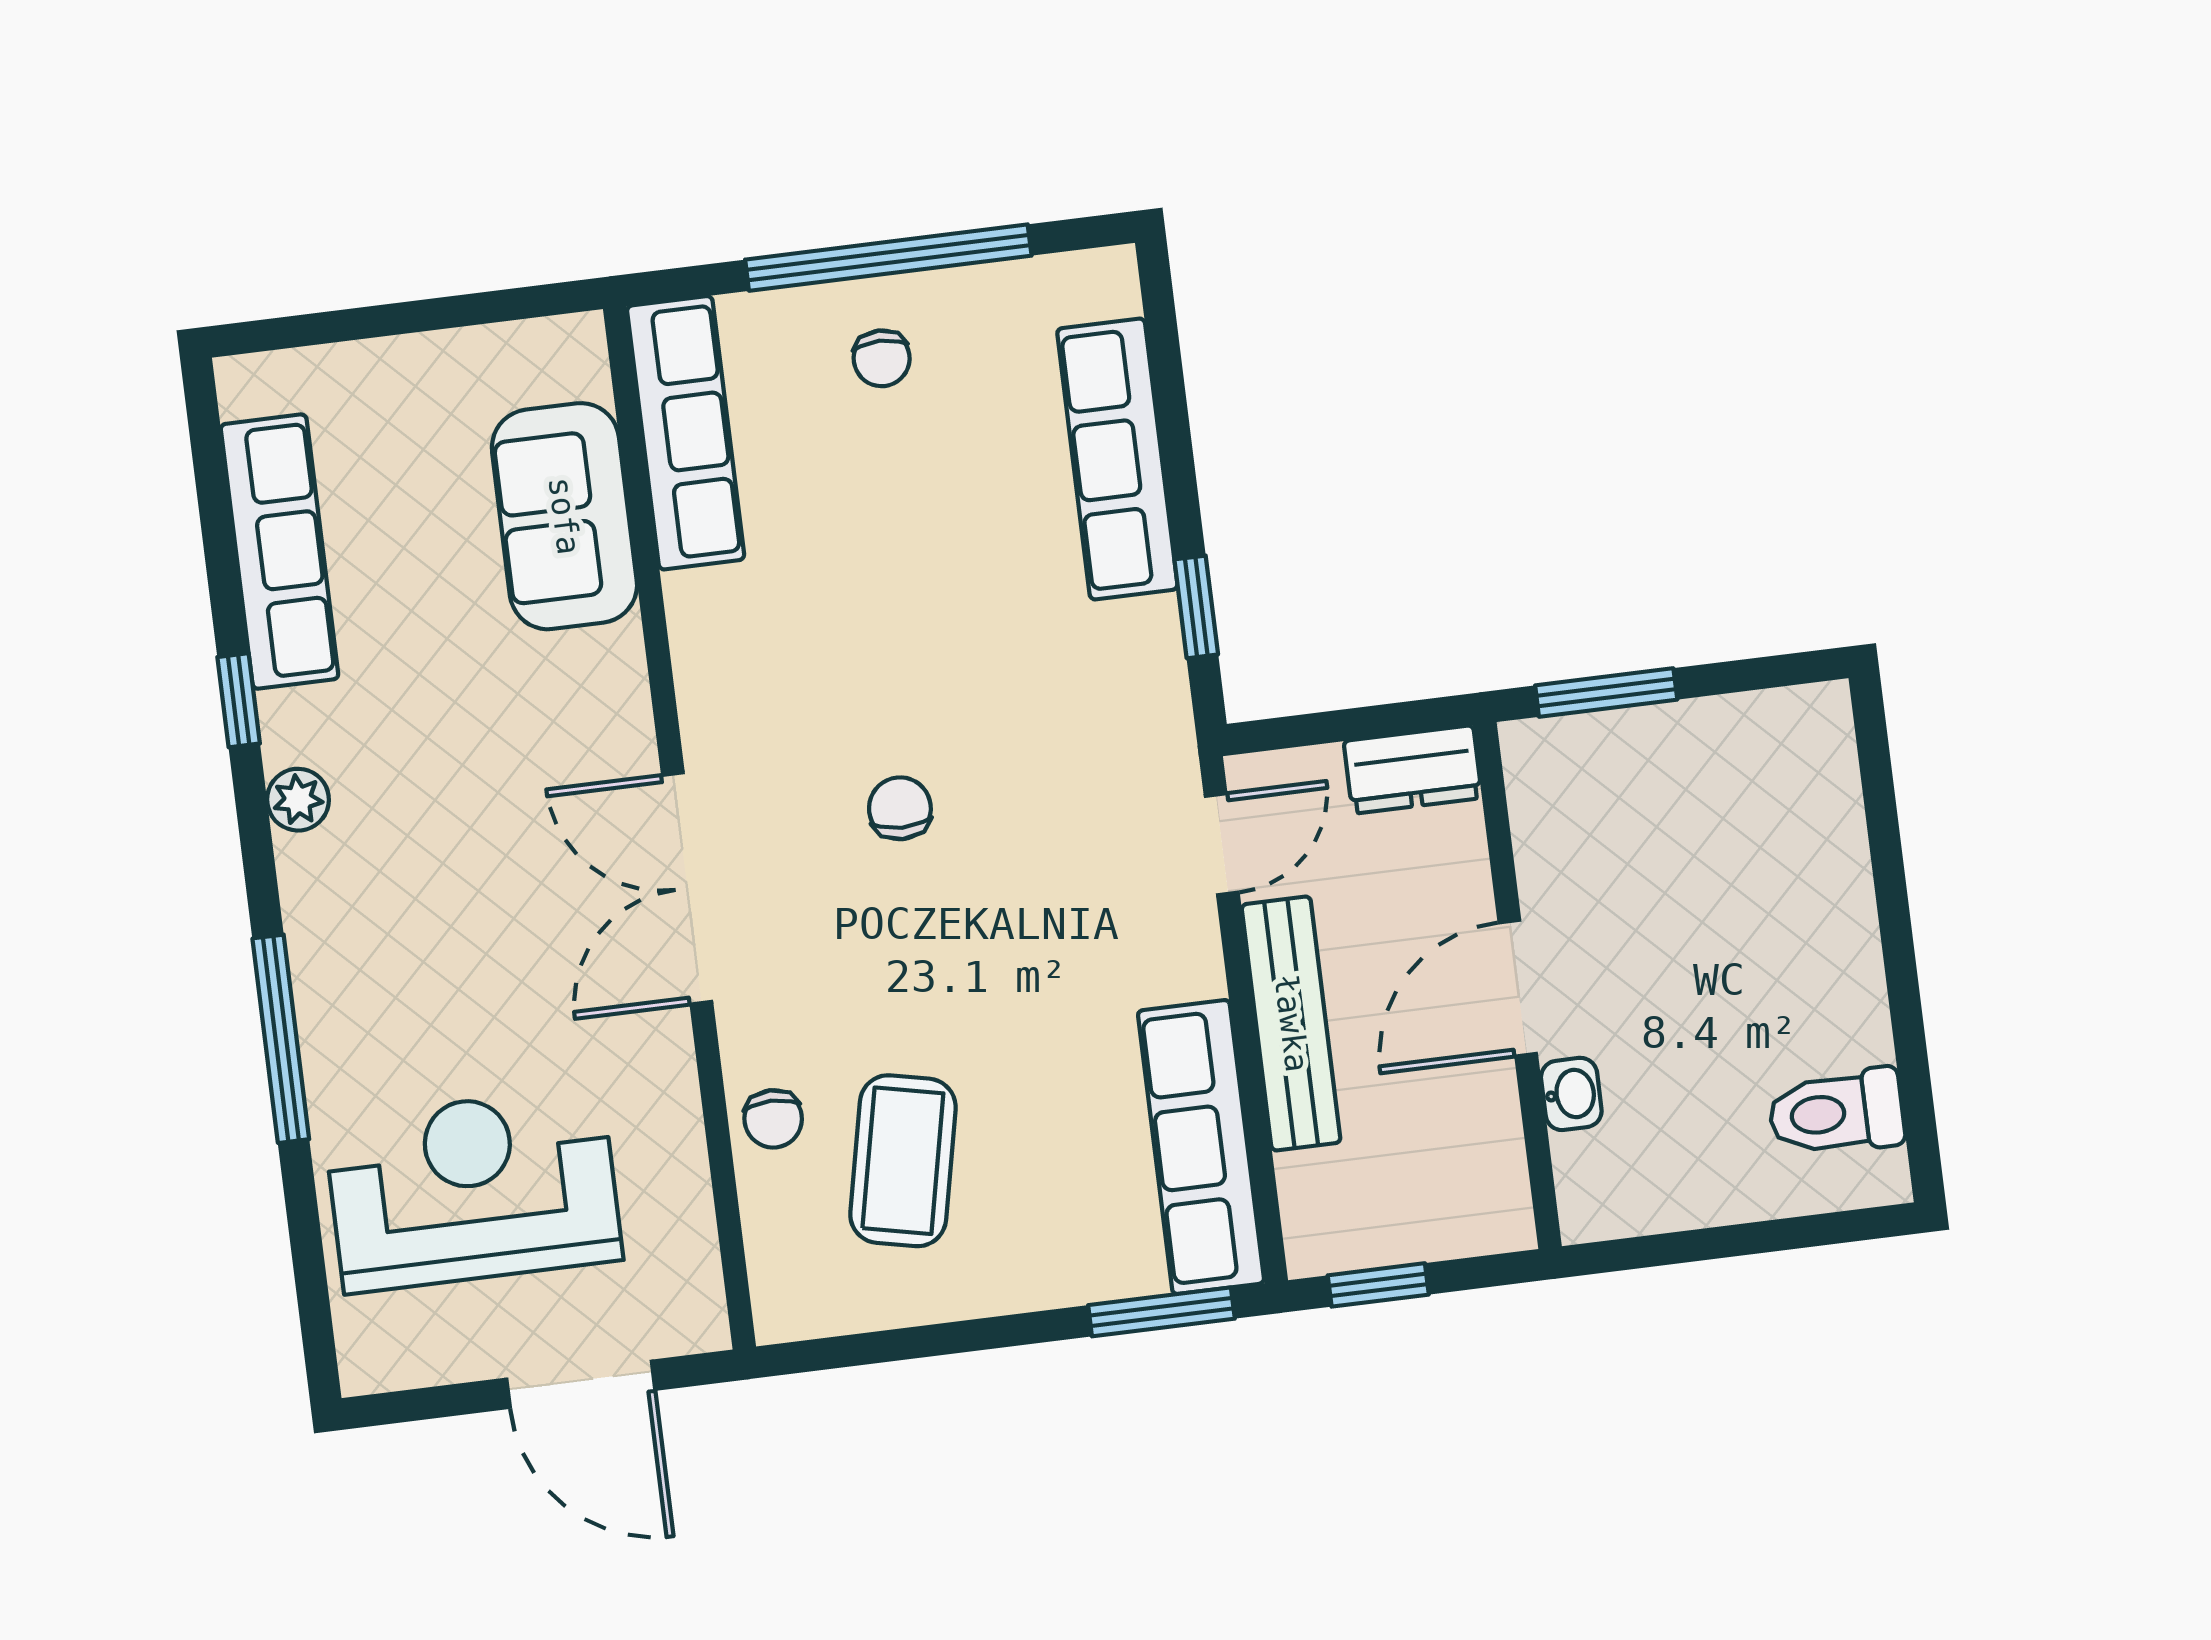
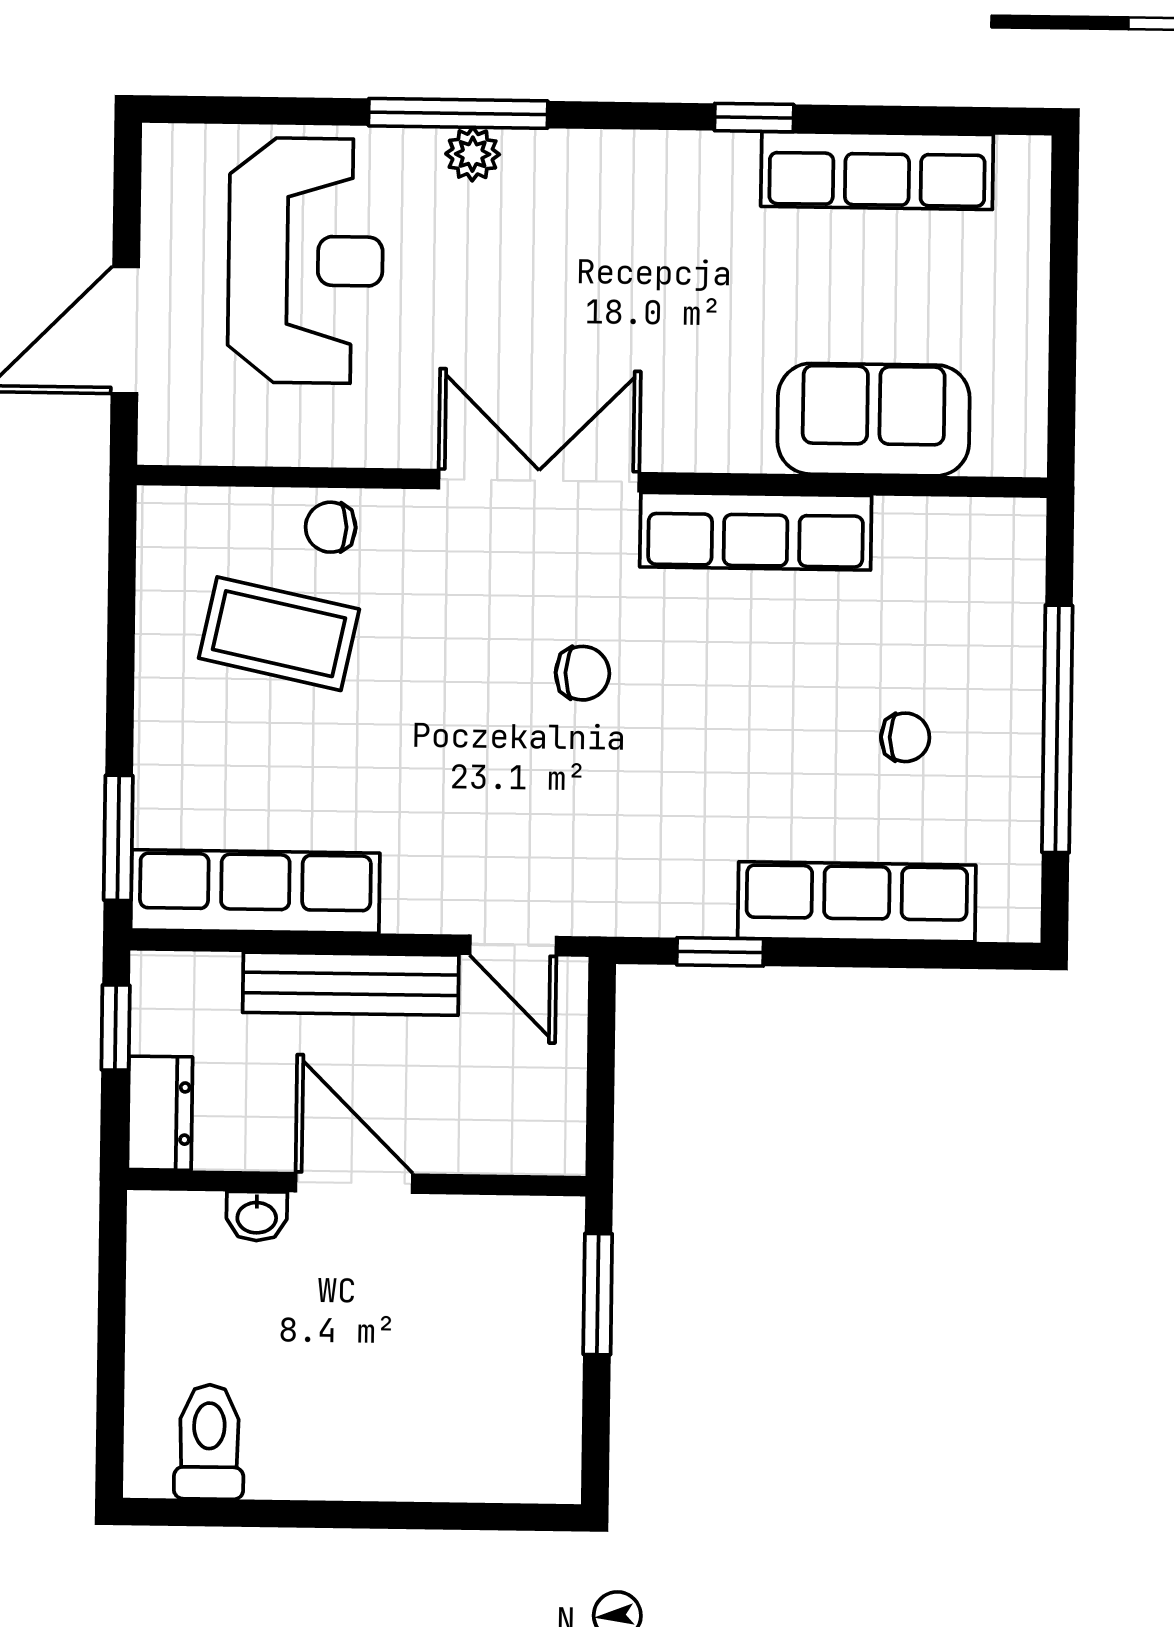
chair: (882, 358) -> (905, 737), moved, turned 180
row of seats: (686, 433) -> (756, 531), moved
dresser: (1413, 770) -> (160, 1113), moved, turned 180
plant: (298, 800) -> (473, 154), moved

